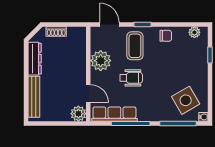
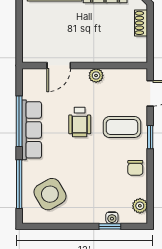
plant: (101, 61) -> (96, 76), width x0.53, depth x0.53
plant: (78, 114) -> (32, 52), removed
row of seats: (114, 114) -> (32, 130), moved
water cooler: (203, 117) -> (112, 218), moved

